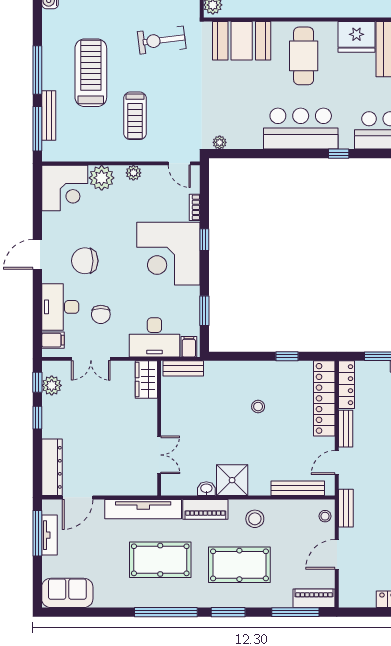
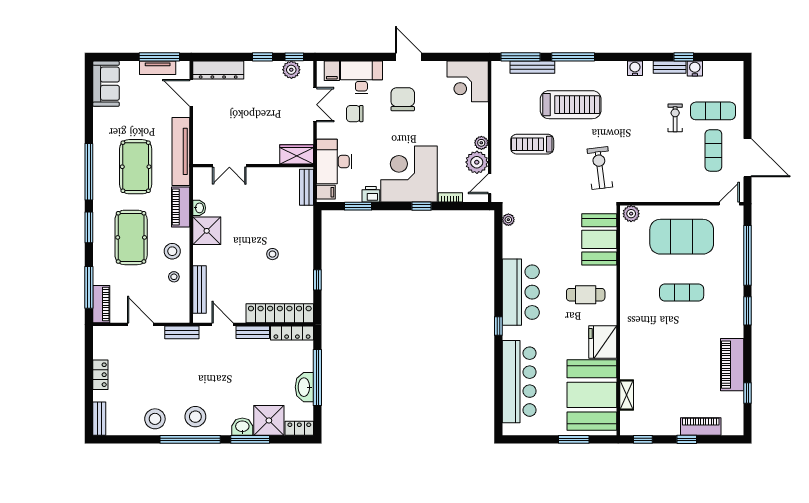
cafe table: (304, 56) -> (586, 295), width x0.73, depth x0.74
plant: (102, 178) -> (477, 162), moved
printer: (191, 296) -> (371, 194), added
double door: (91, 359) -> (315, 105), swing flipped
stool: (325, 516) -> (174, 277), moved

